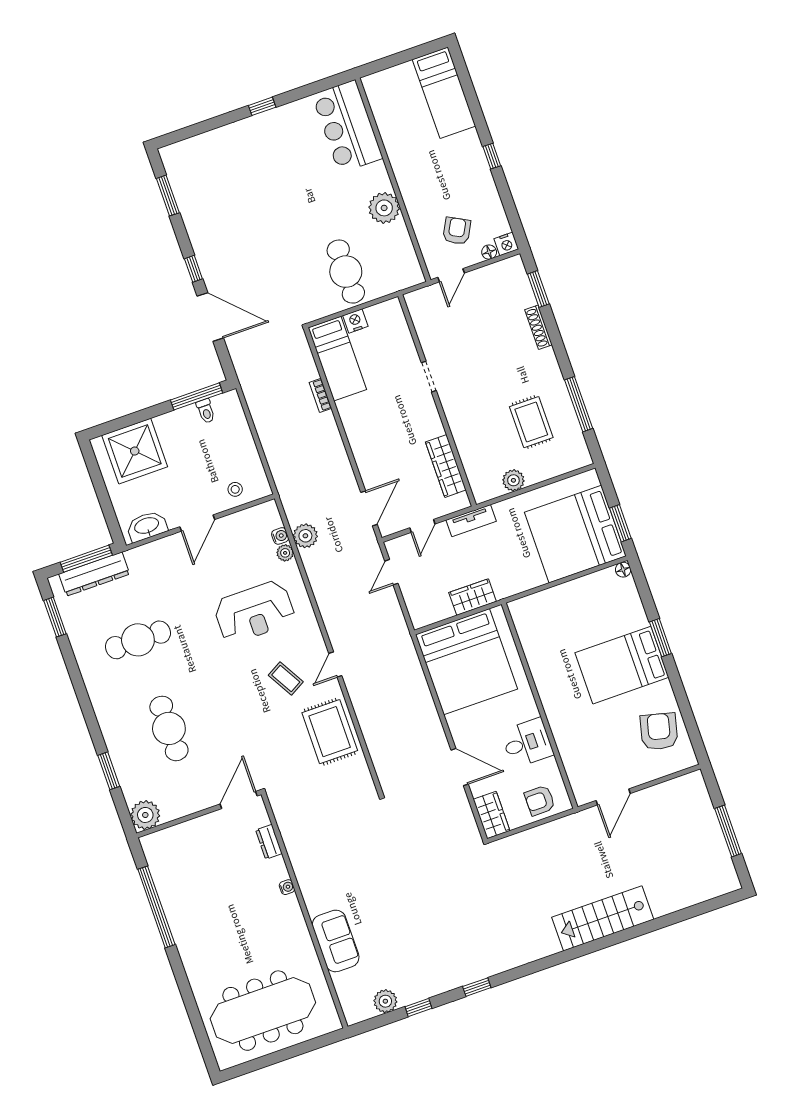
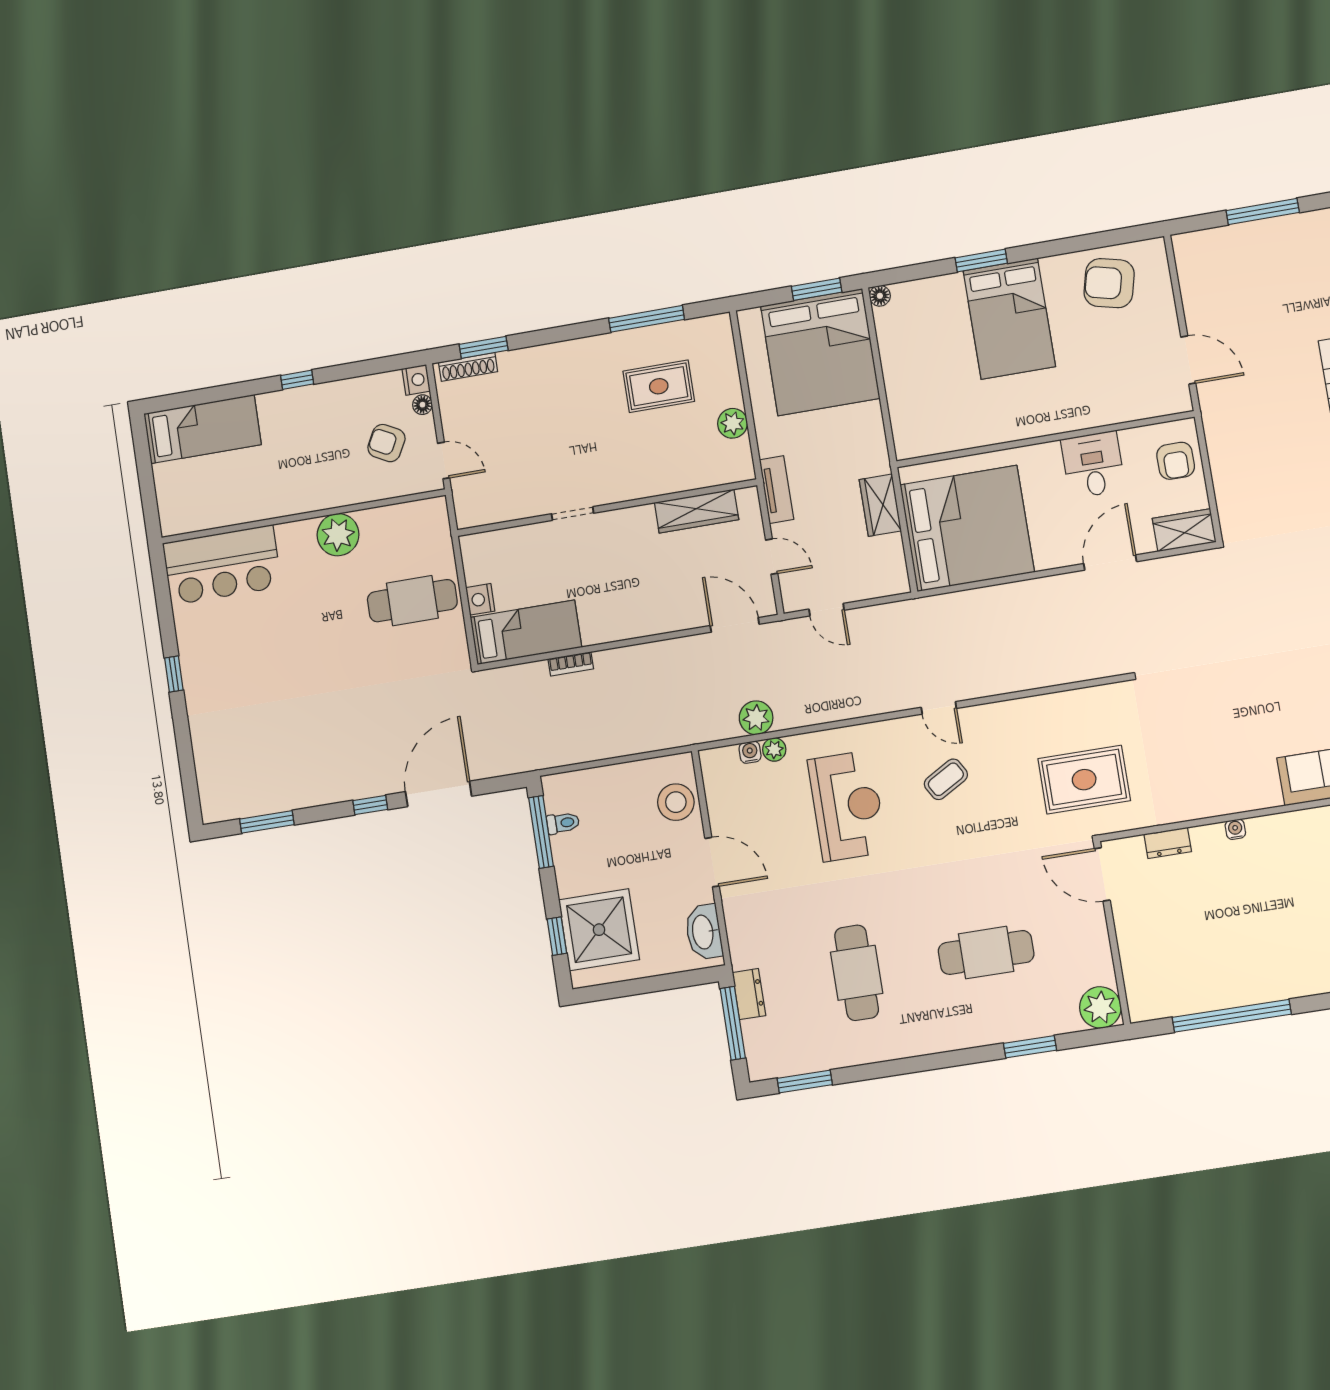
shoe rack: (539, 327) -> (468, 367), moved
window: (125, 422) -> (557, 936), added
stool: (235, 489) -> (676, 802), width x1.89, depth x1.89
dresser: (94, 574) -> (749, 994), width x0.51, depth x0.80
rug: (330, 732) -> (1084, 780), moved

